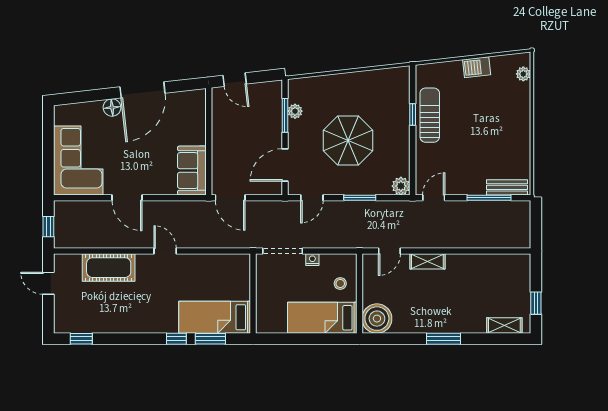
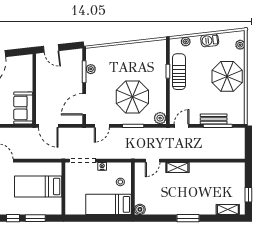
plant: (440, 69) -> (186, 42), added
parasol: (503, 122) -> (227, 76), added
parasol: (348, 140) -> (132, 97), moved
bench: (507, 187) -> (214, 119), moved
bed: (215, 317) -> (38, 186), moved
boiler: (377, 319) -> (140, 209), width x0.54, depth x0.54

